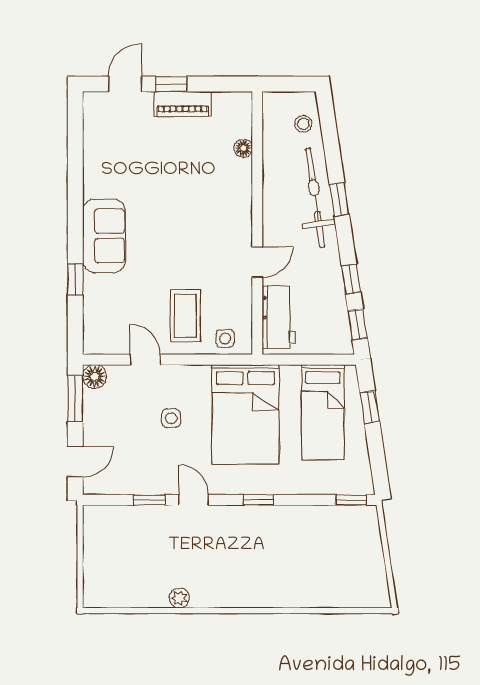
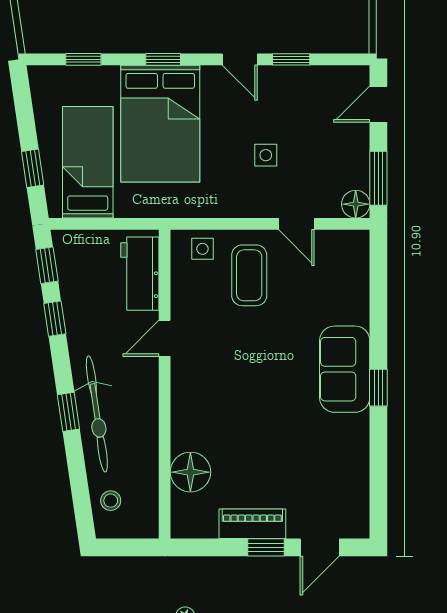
floor lamp: (243, 148) -> (190, 472), width x1.89, depth x1.89
window: (75, 279) -> (378, 388), moved
bed: (245, 414) -> (160, 124), moved, turned 180
window: (351, 500) -> (83, 59), moved

